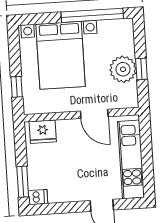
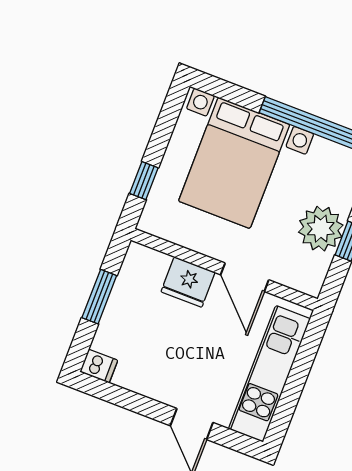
fridge: (43, 132) -> (188, 282), moved
window: (23, 182) -> (99, 297), moved

